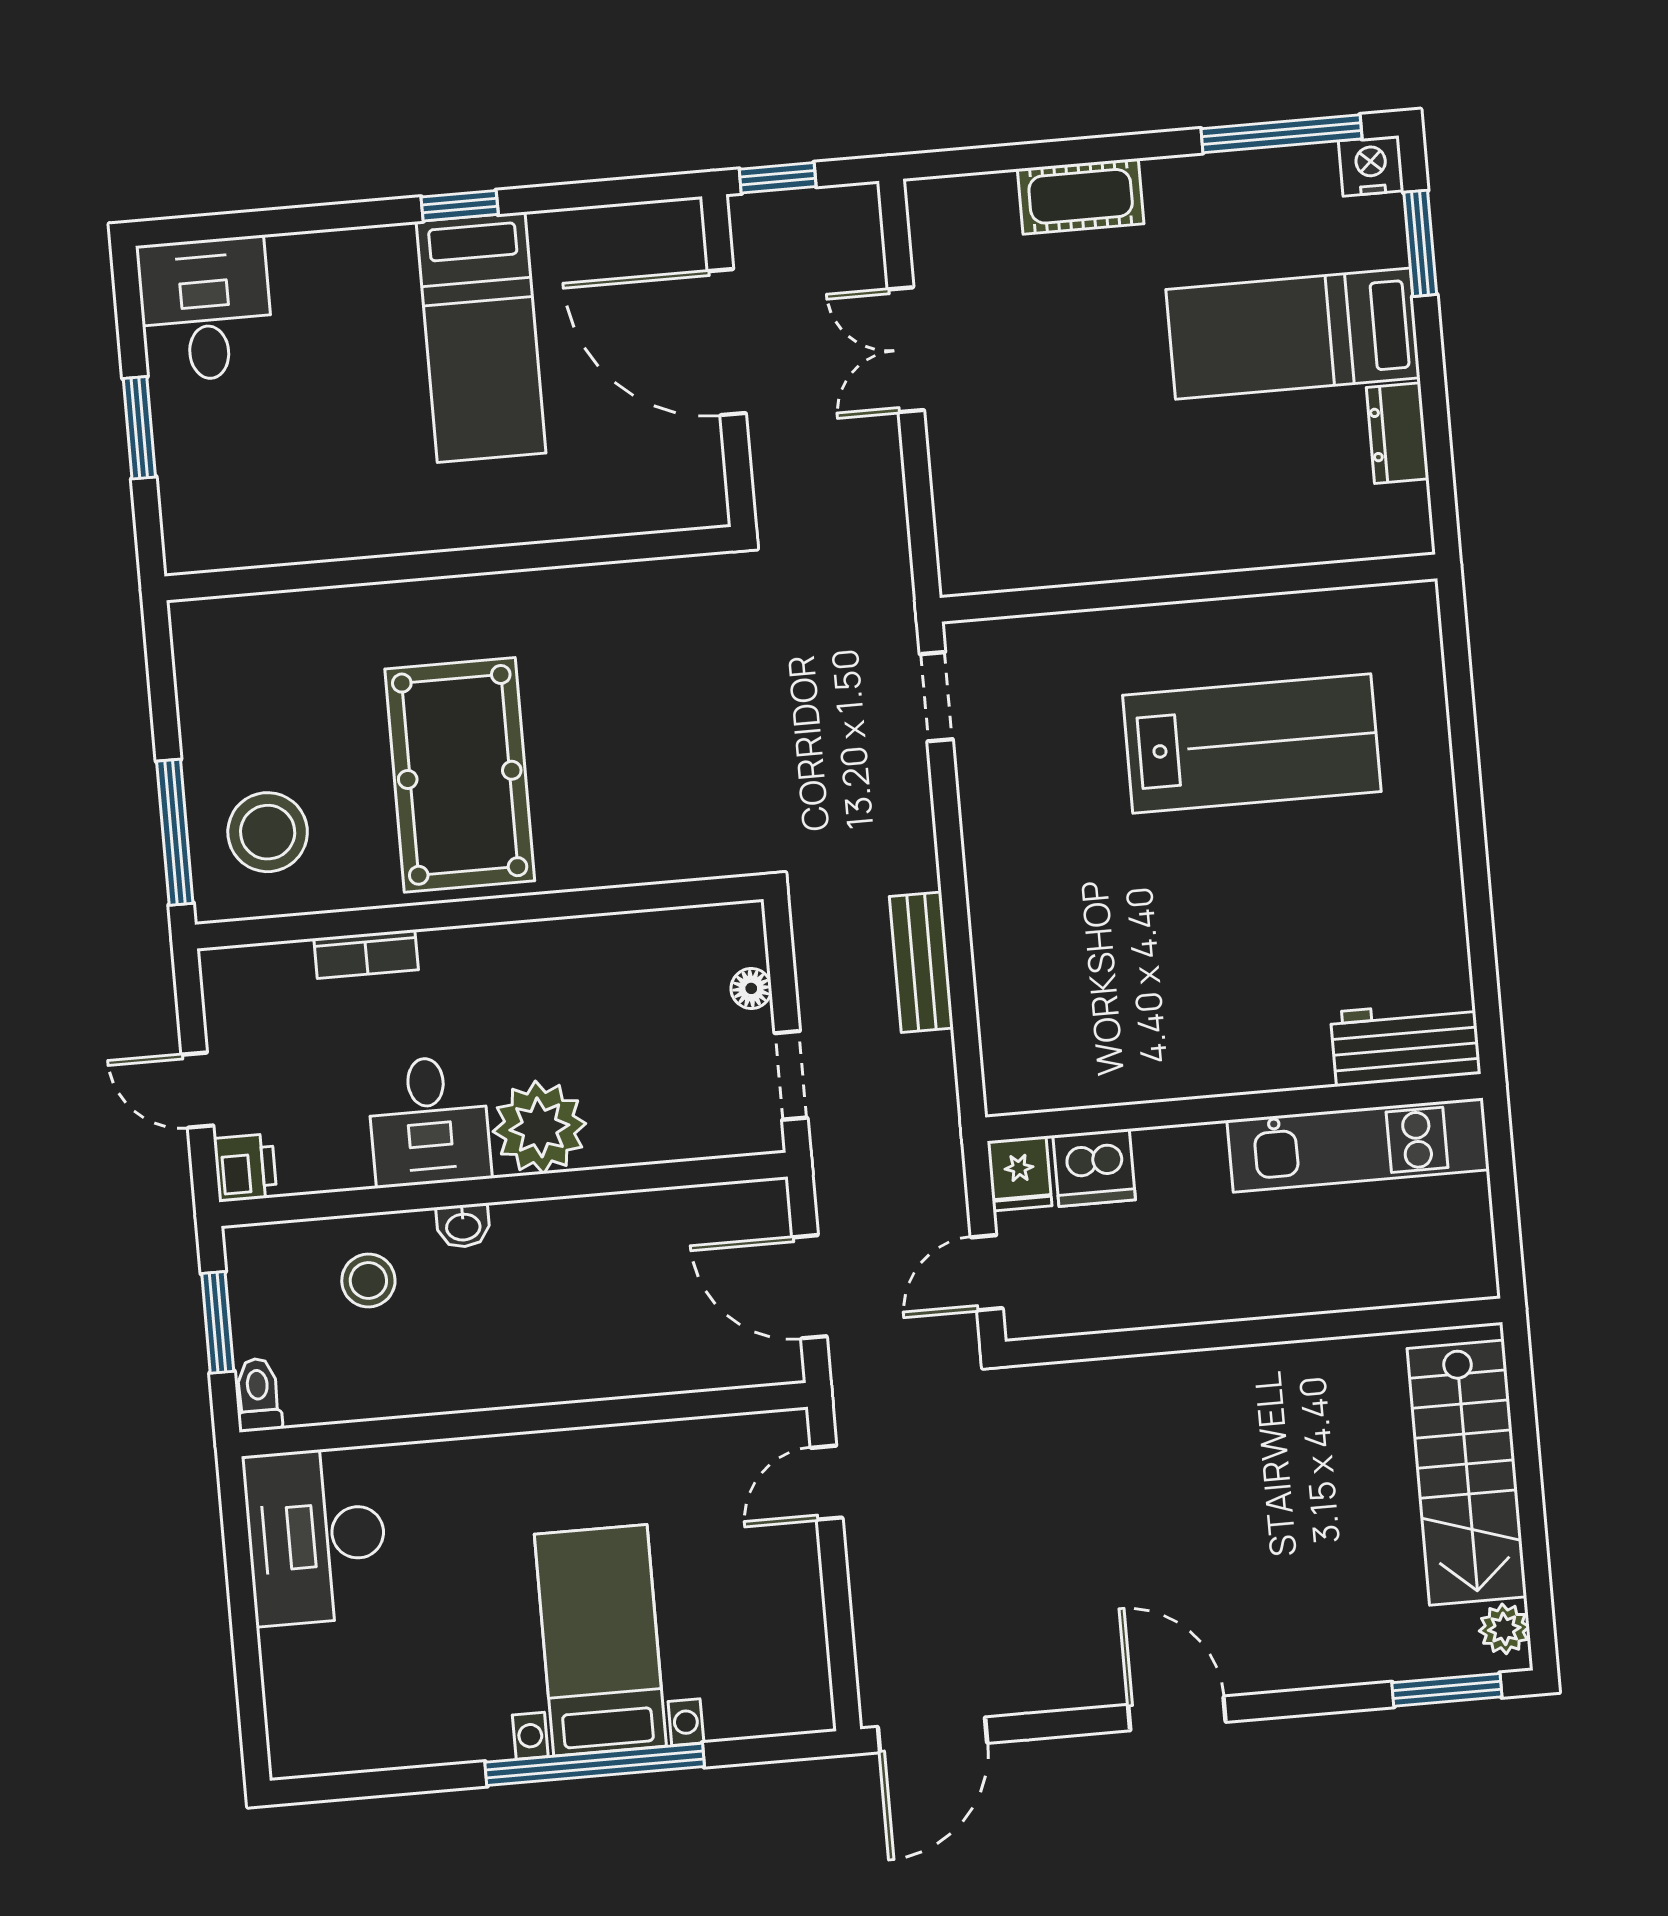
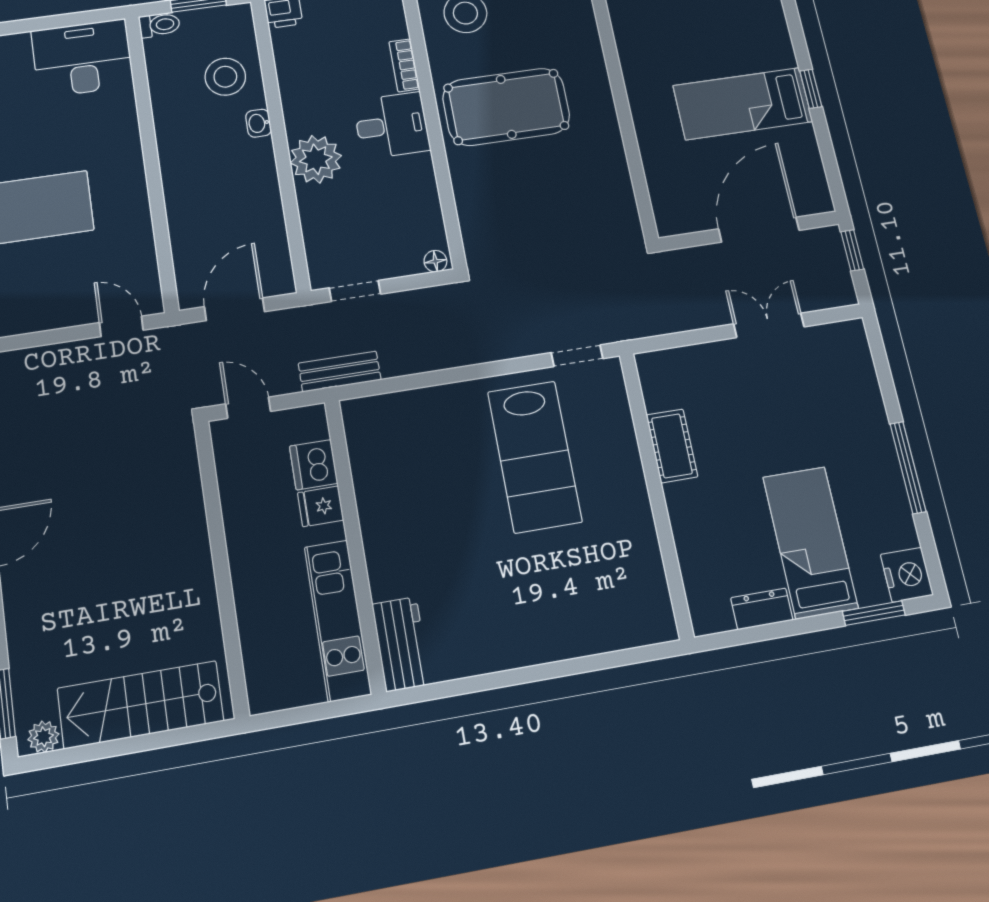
window: (1281, 134) -> (908, 467), moved
nightstand: (1371, 166) -> (907, 575), width x1.36, depth x1.33
cot: (1081, 196) -> (672, 446), moved
lab bench: (1252, 743) -> (535, 456), moved
bench: (921, 962) -> (340, 372), moved
floor lamp: (751, 988) -> (435, 261), moved
desk: (429, 1121) -> (392, 125), moved, turned 180
fridge: (1019, 1174) -> (321, 506), moved
stool: (368, 1281) -> (225, 77), width x1.38, depth x1.38

